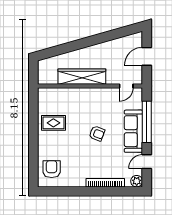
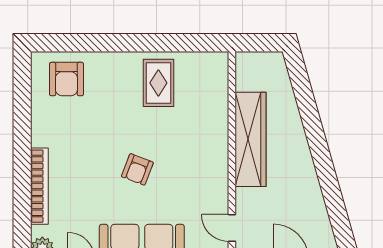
armchair: (52, 169) -> (66, 79), turned 90

